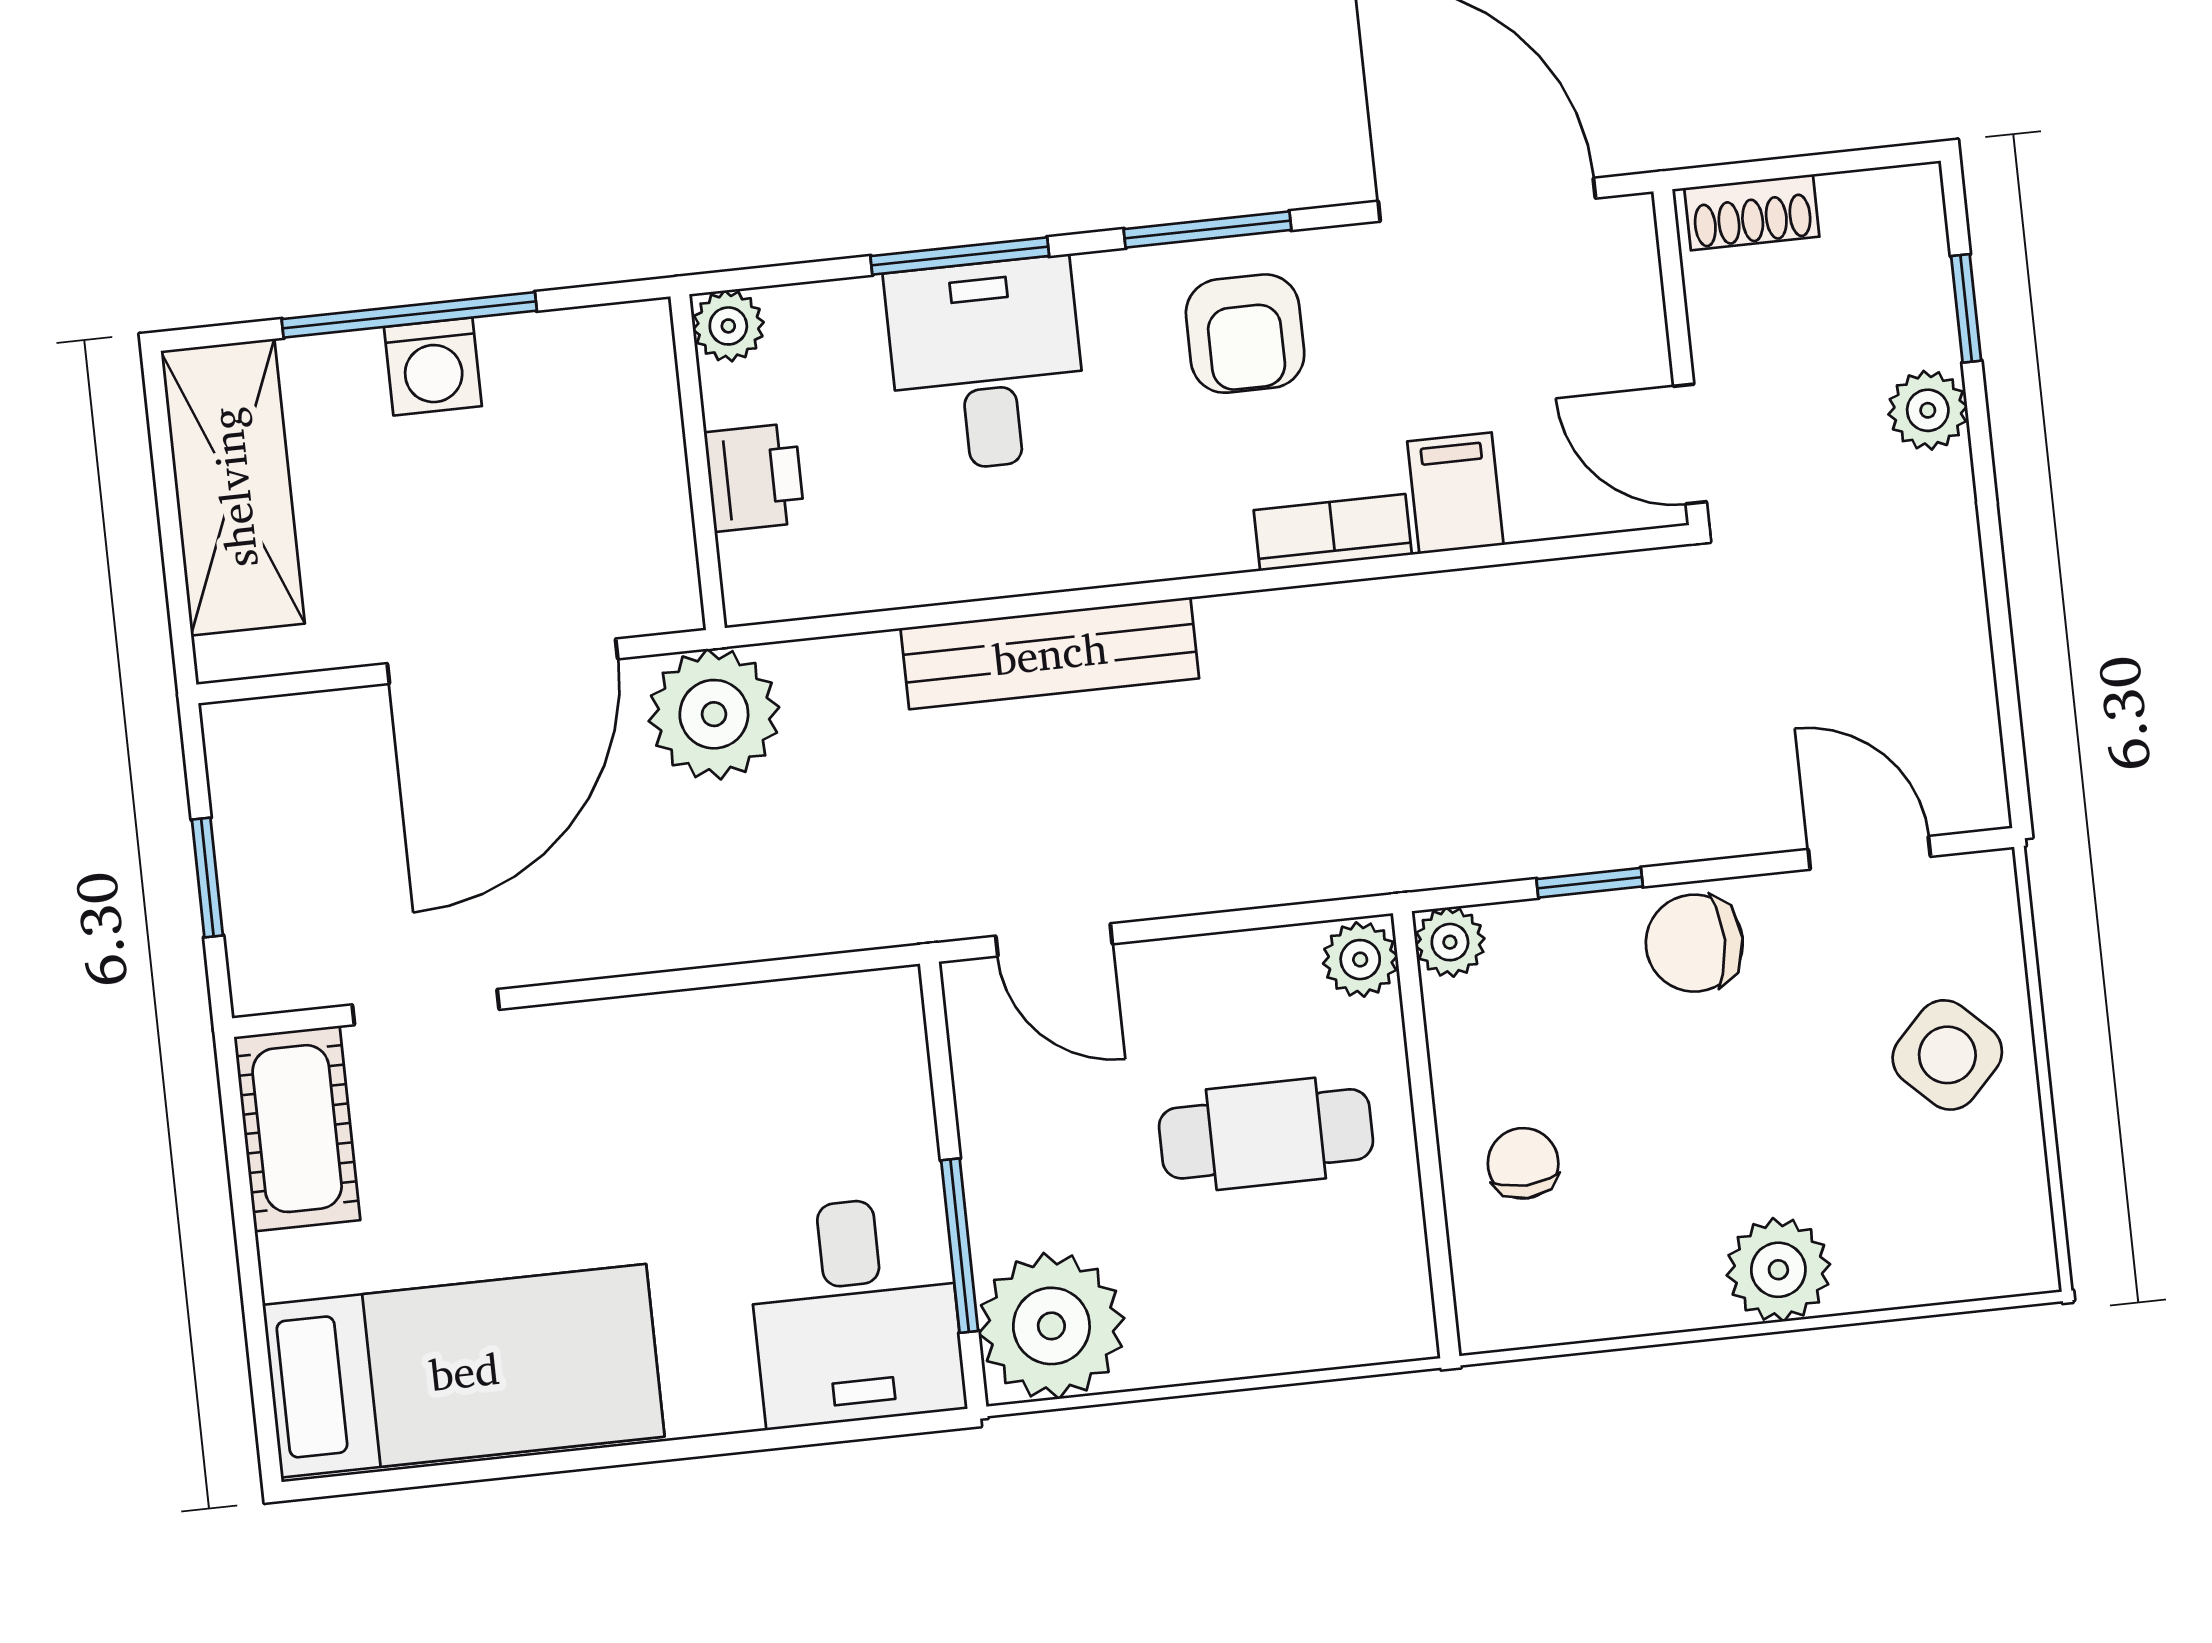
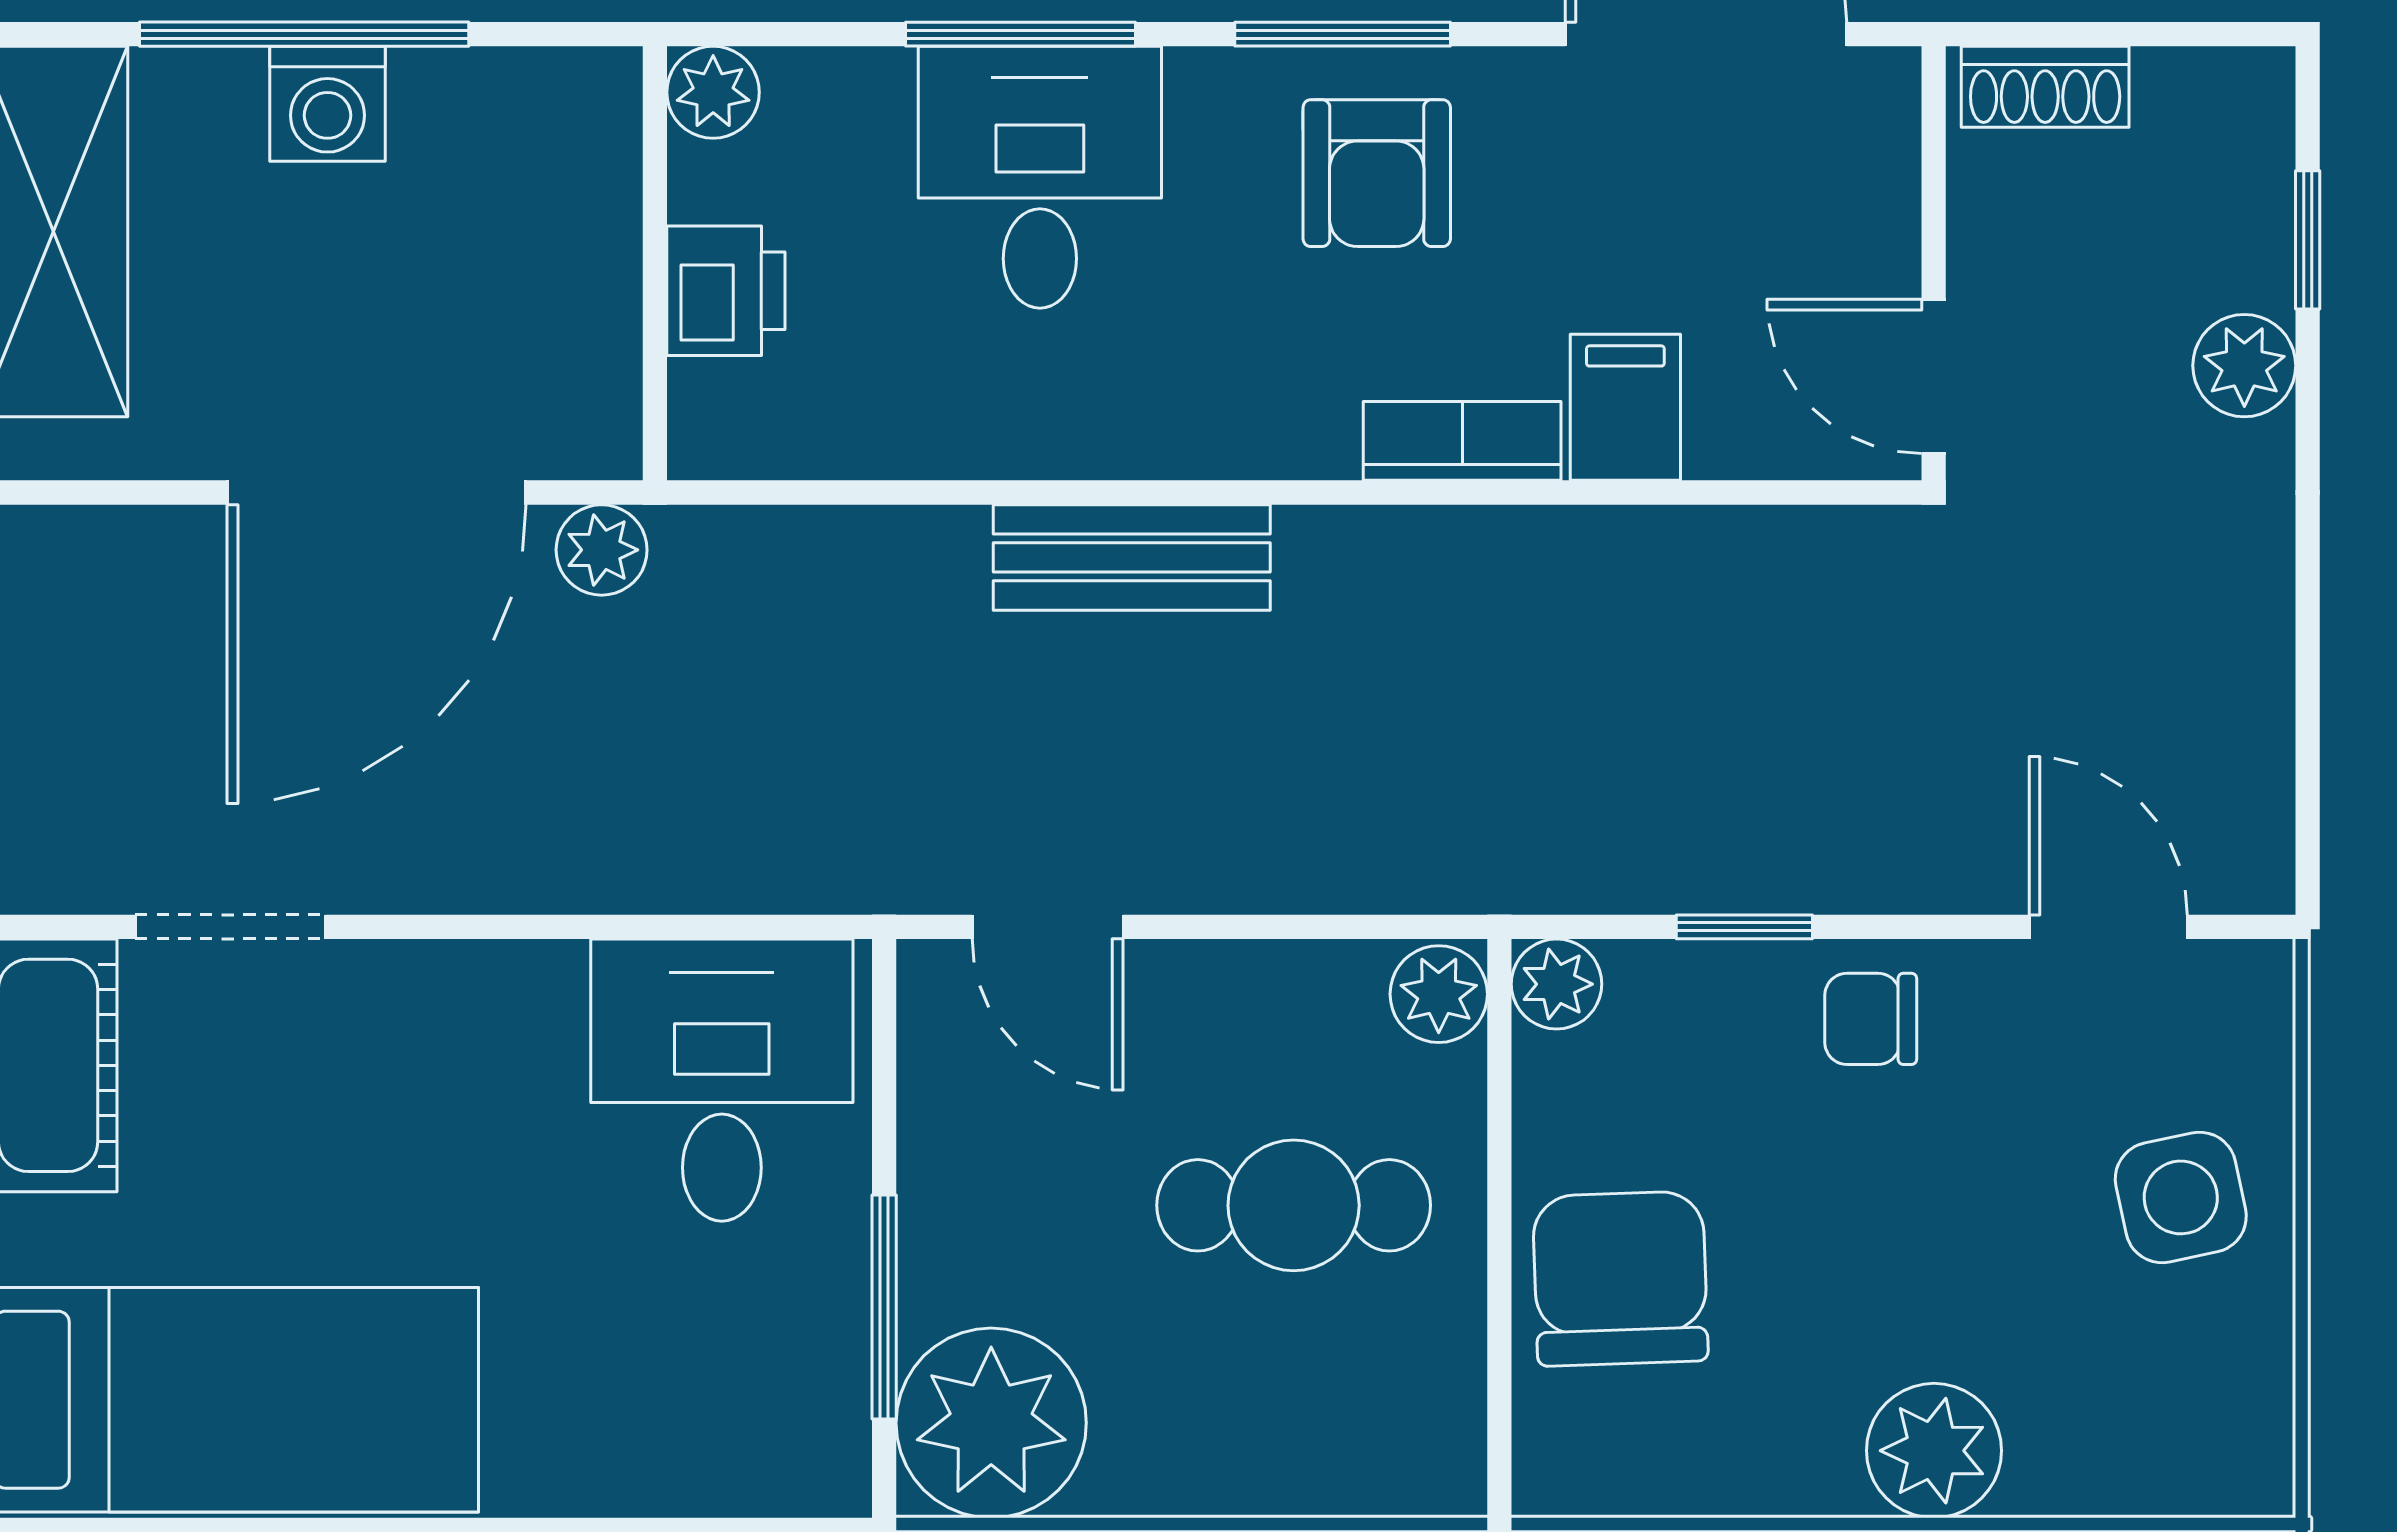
bench: (1050, 653) -> (1132, 557), width x0.73
plant: (714, 714) -> (602, 550), width x0.53, depth x0.53
chair: (1694, 943) -> (1871, 1019), width x0.73, depth x0.73
side table: (1947, 1055) -> (2181, 1197), turned 34
chair: (1523, 1163) -> (1620, 1279), width x1.87, depth x1.87
desk: (855, 1311) -> (722, 1080), moved, turned 180

